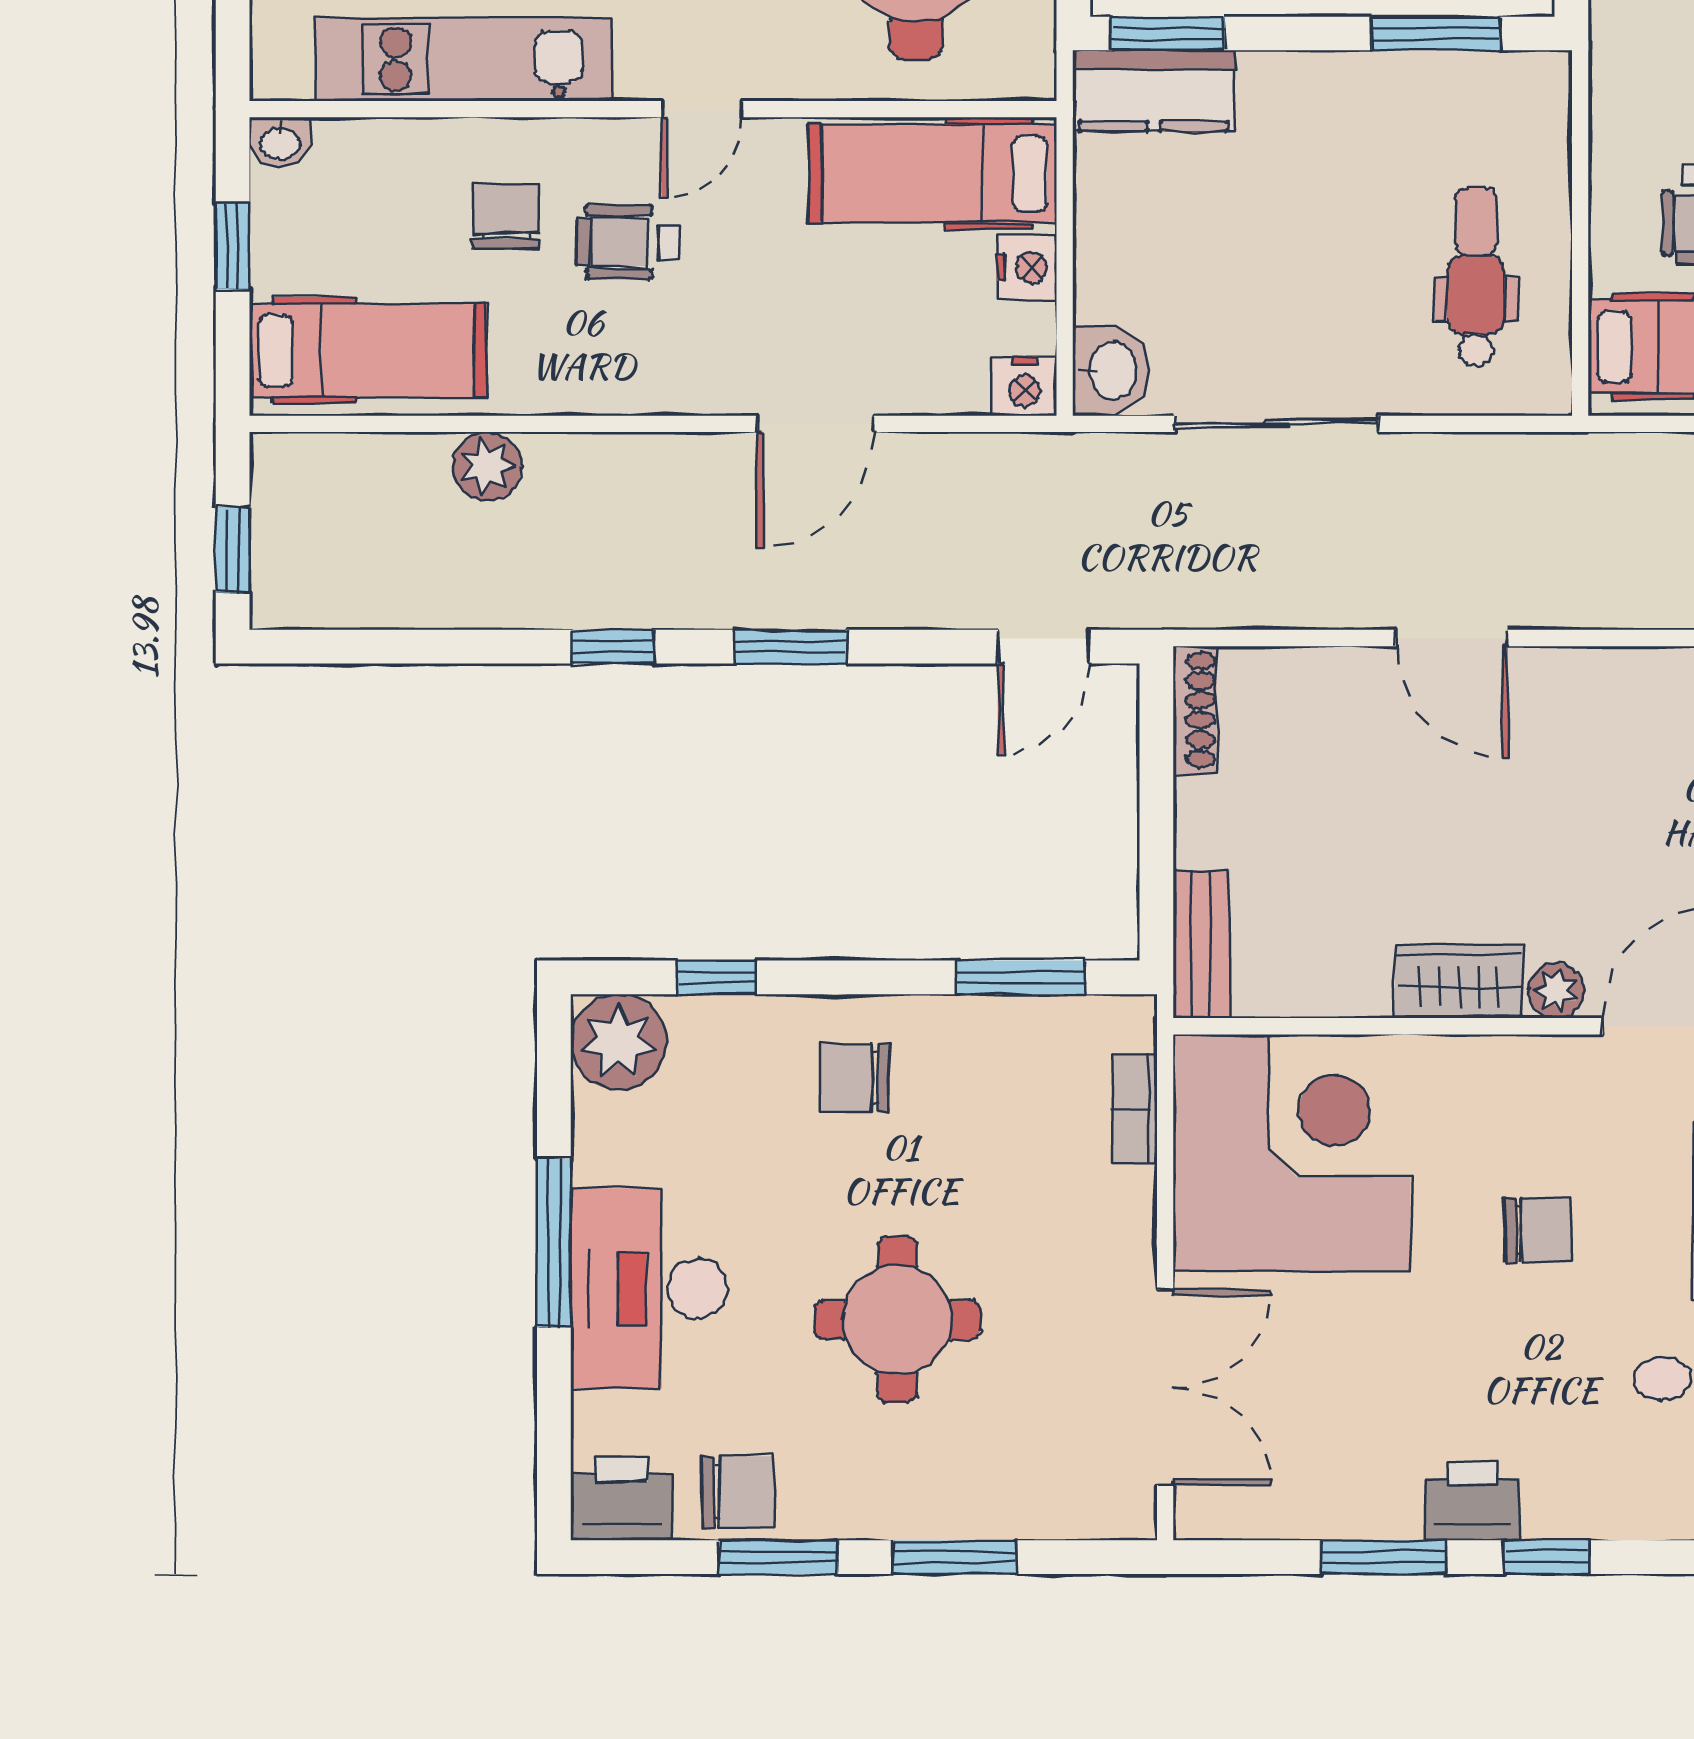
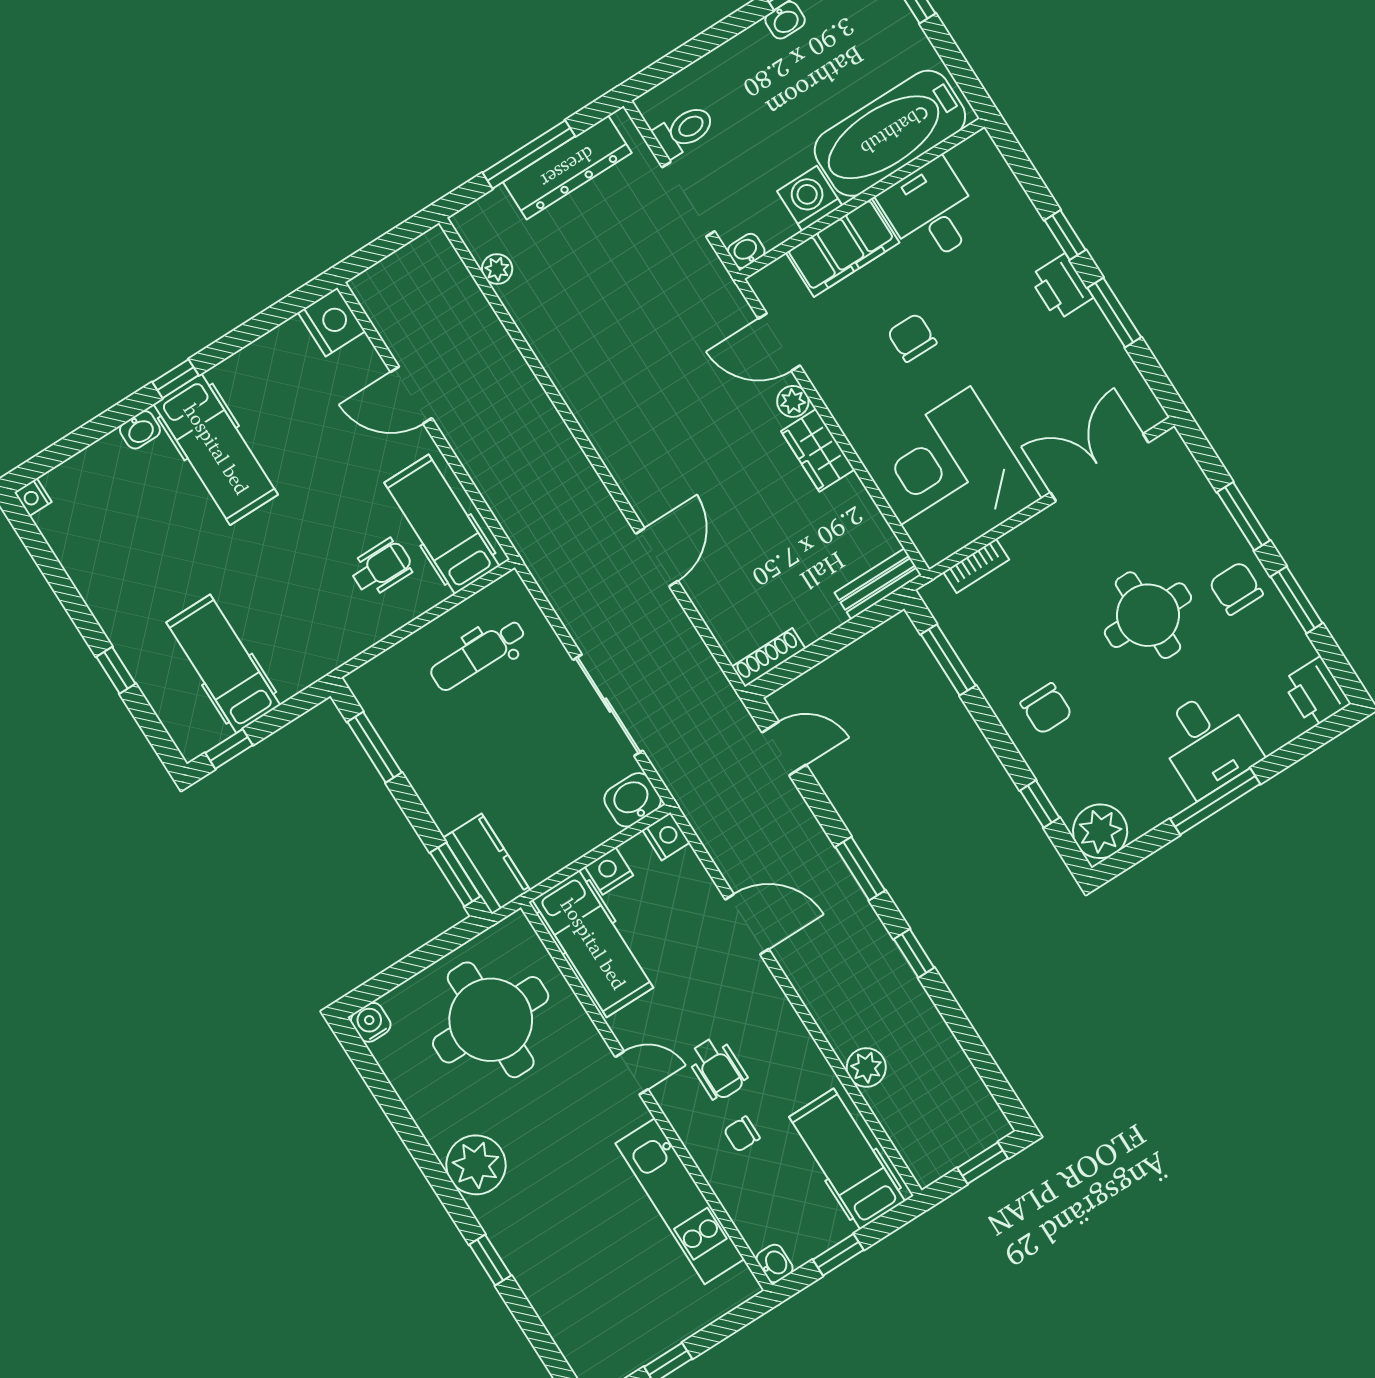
chair: (506, 216) -> (742, 1134), width x0.73, depth x0.73
desk: (649, 1288) -> (1208, 742), width x0.73
chair: (738, 1492) -> (1236, 588), moved

